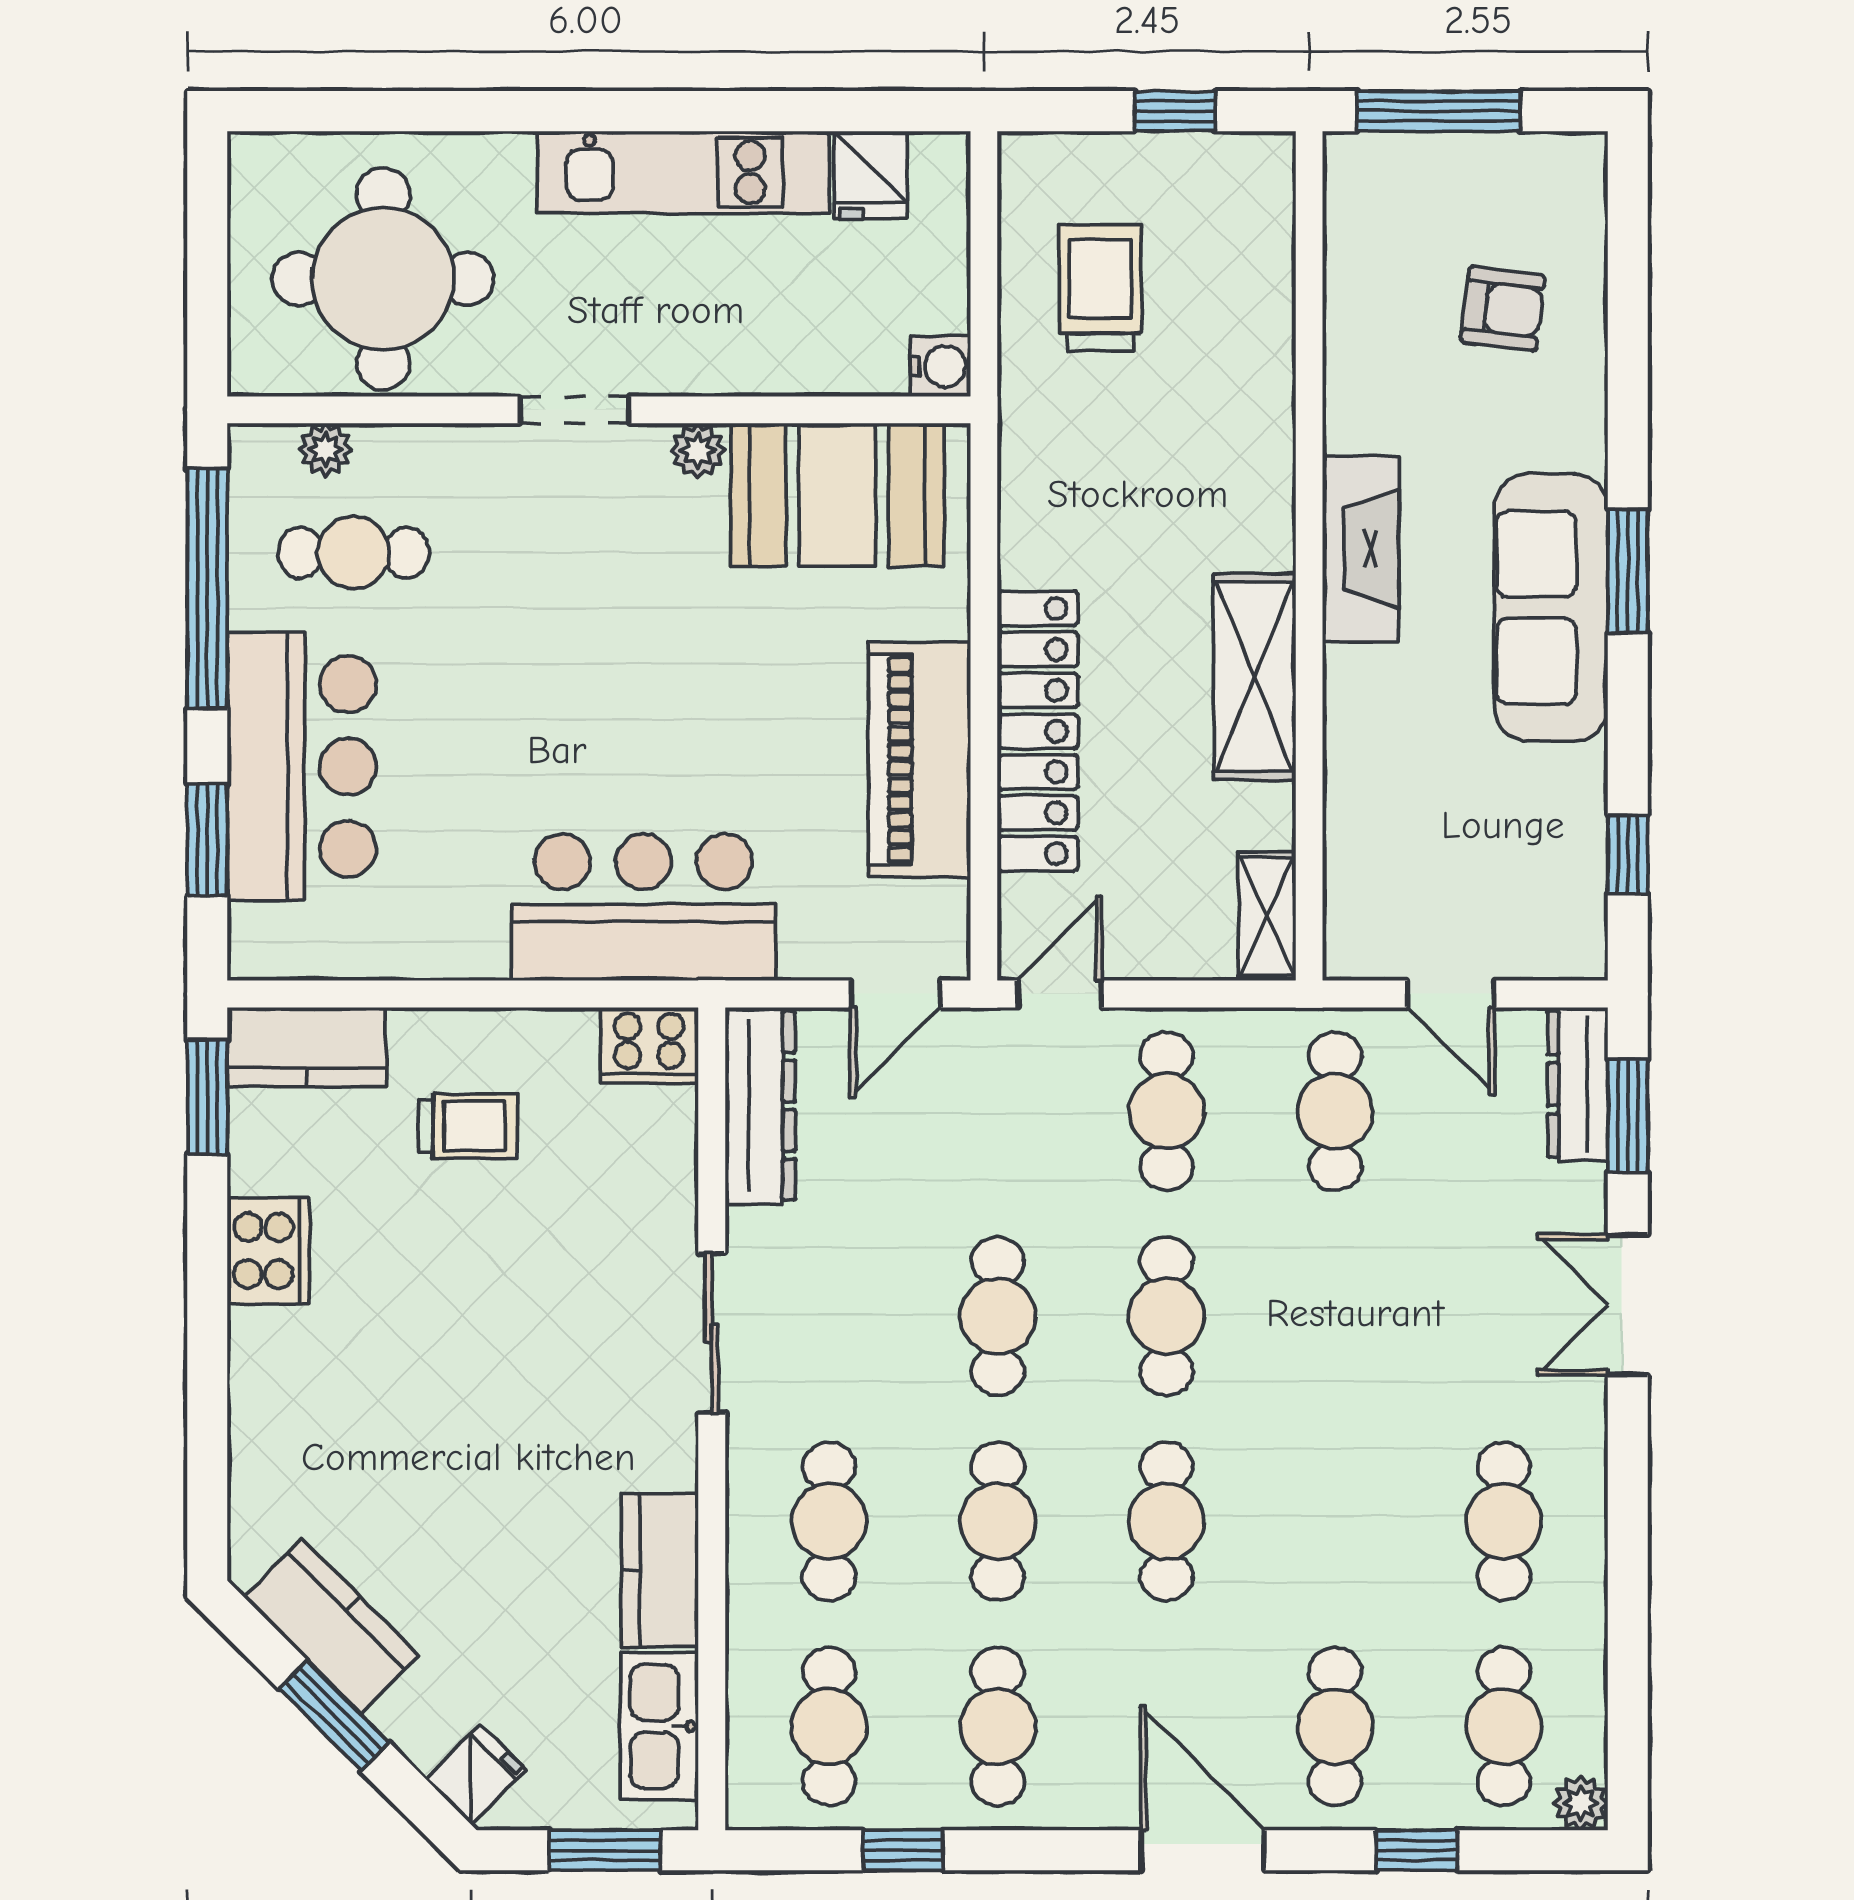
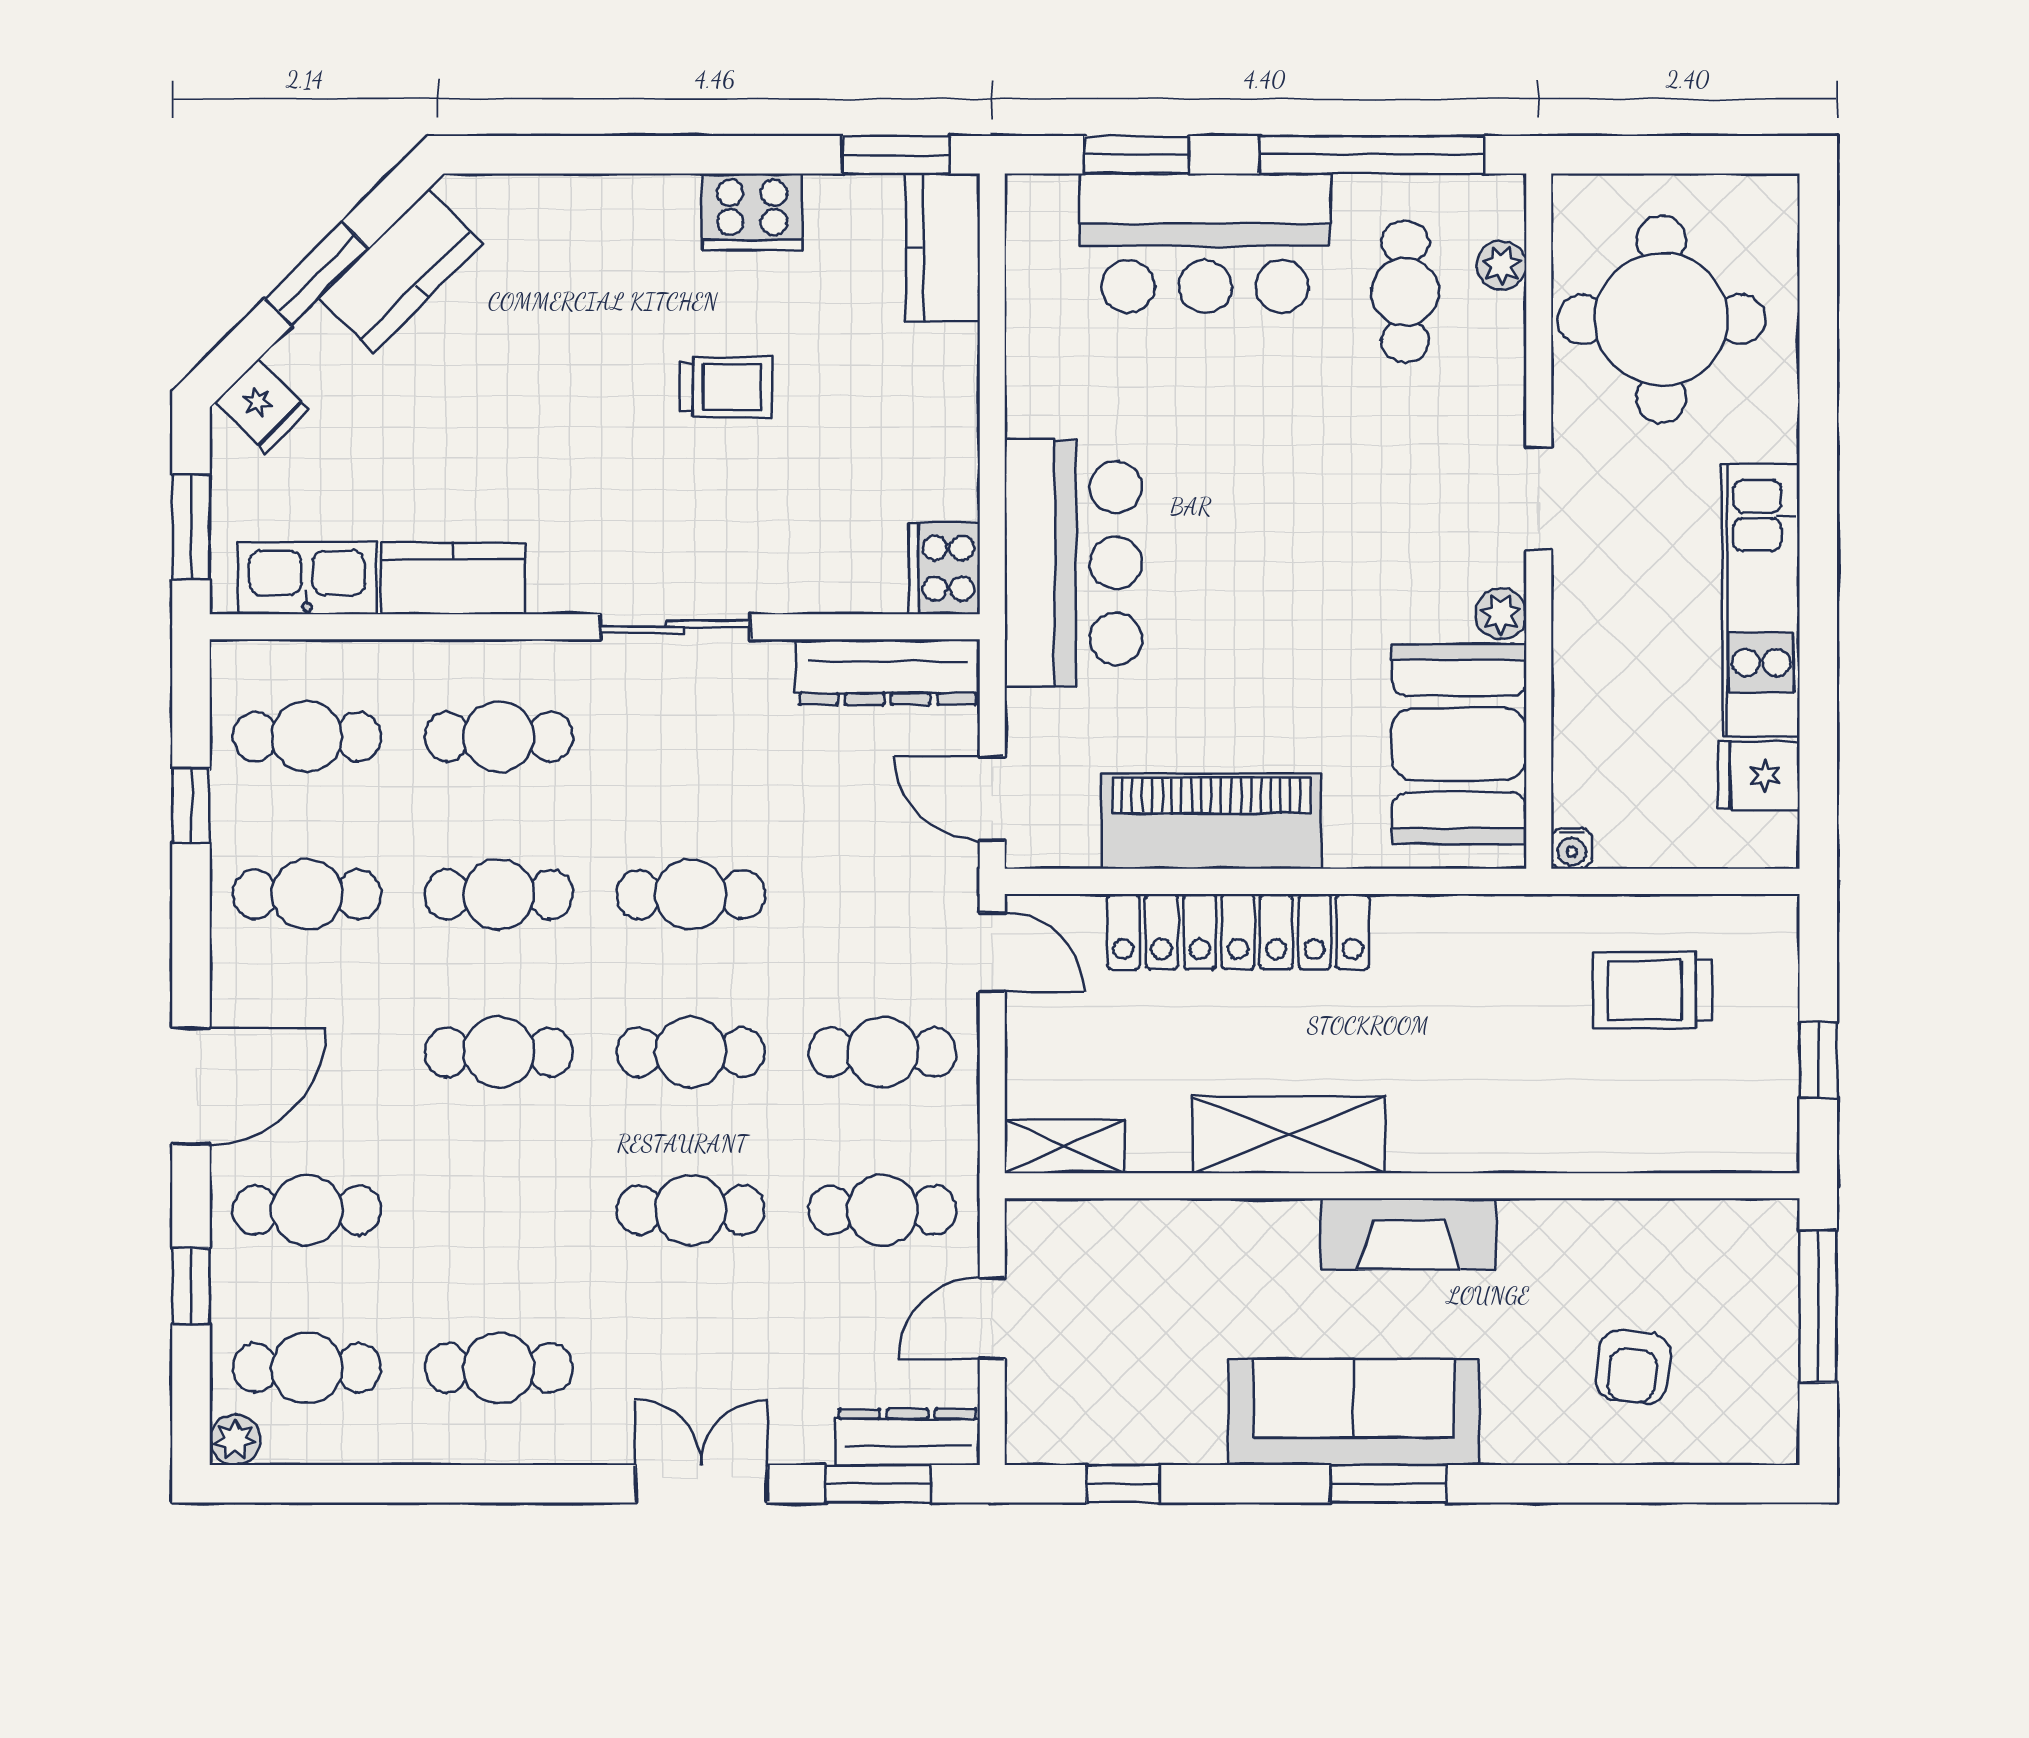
trolley: (1100, 288) -> (1653, 990), turned 180
water cooler: (940, 366) -> (1572, 848), width x0.72, depth x0.72
trolley: (468, 1126) -> (726, 387), moved, turned -90
cafe table: (1335, 1316) -> (691, 1210), added

